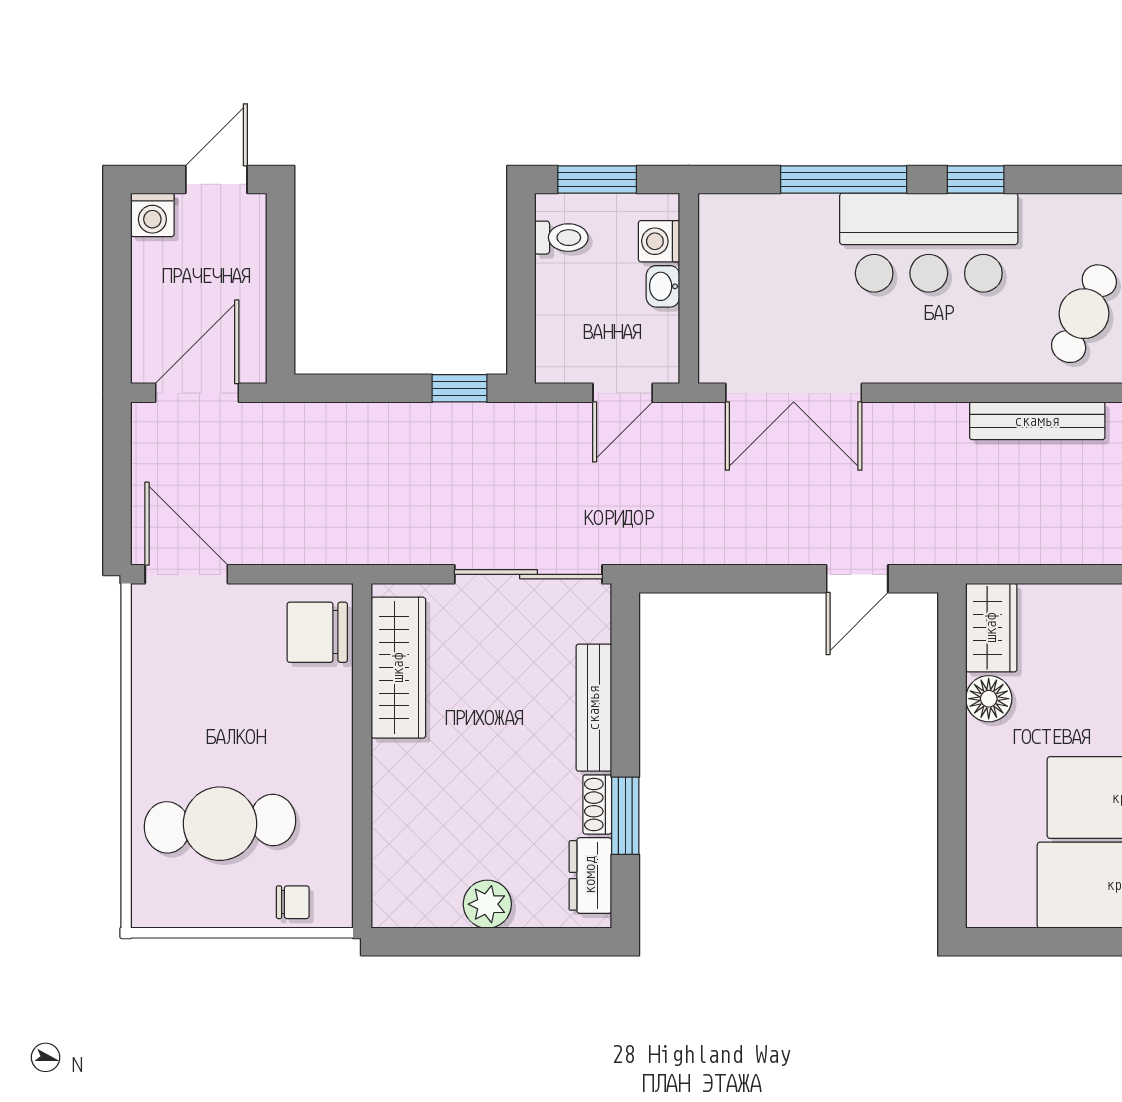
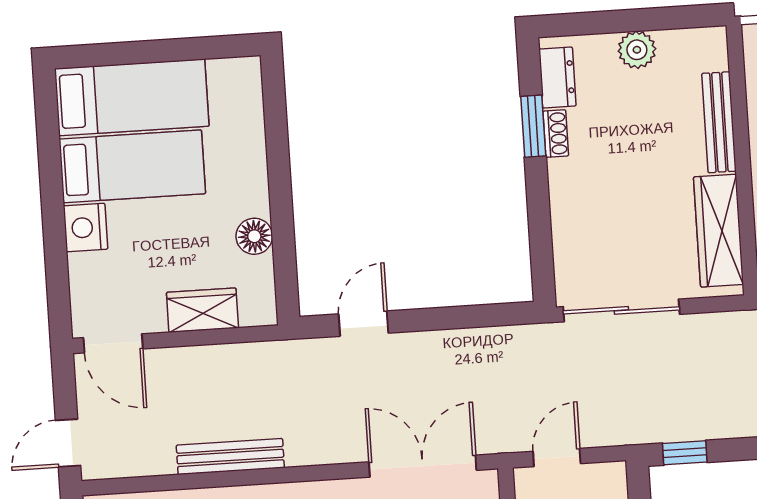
wardrobe: (991, 628) -> (202, 310), moved, turned 90
bench: (594, 708) -> (719, 122), moved

